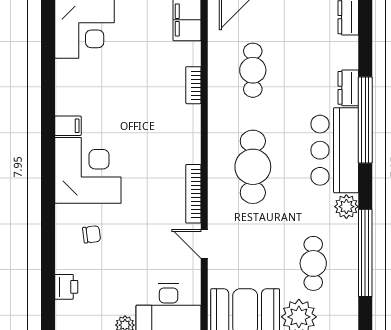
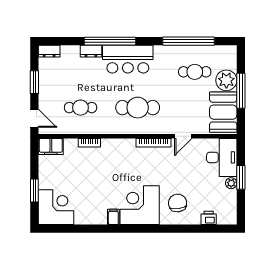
plant: (346, 207) -> (161, 52), removed
chair: (92, 234) -> (178, 203), width x1.87, depth x1.87

